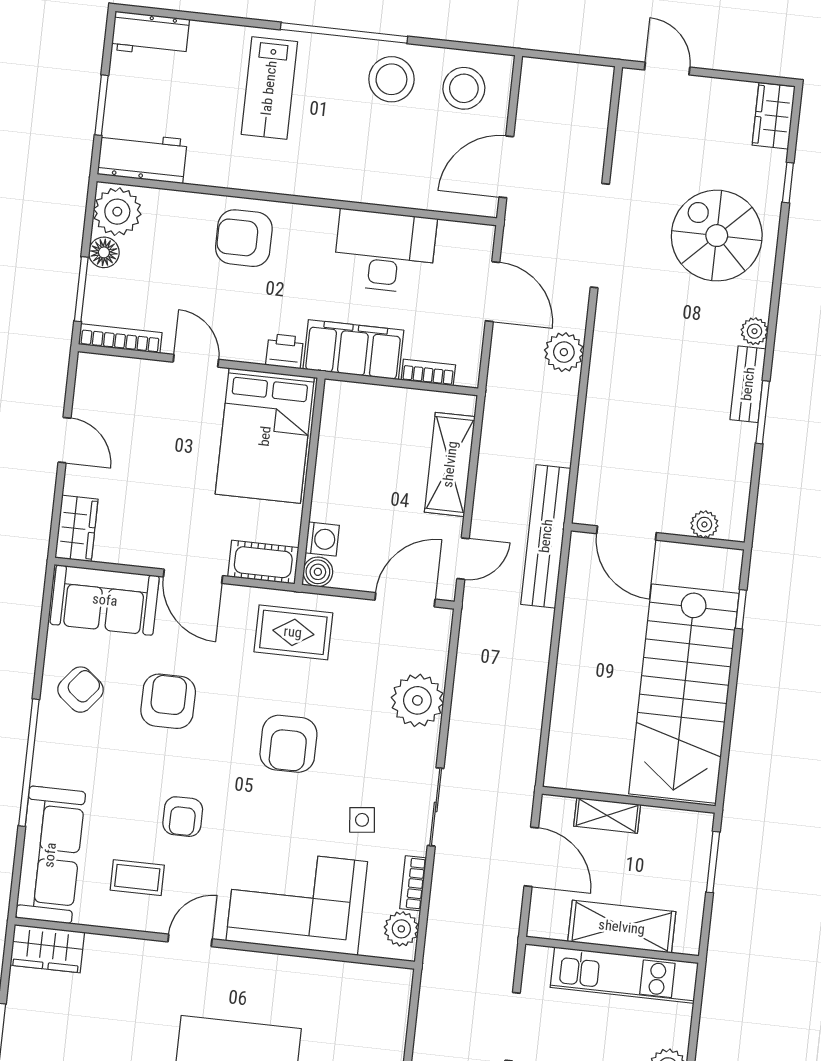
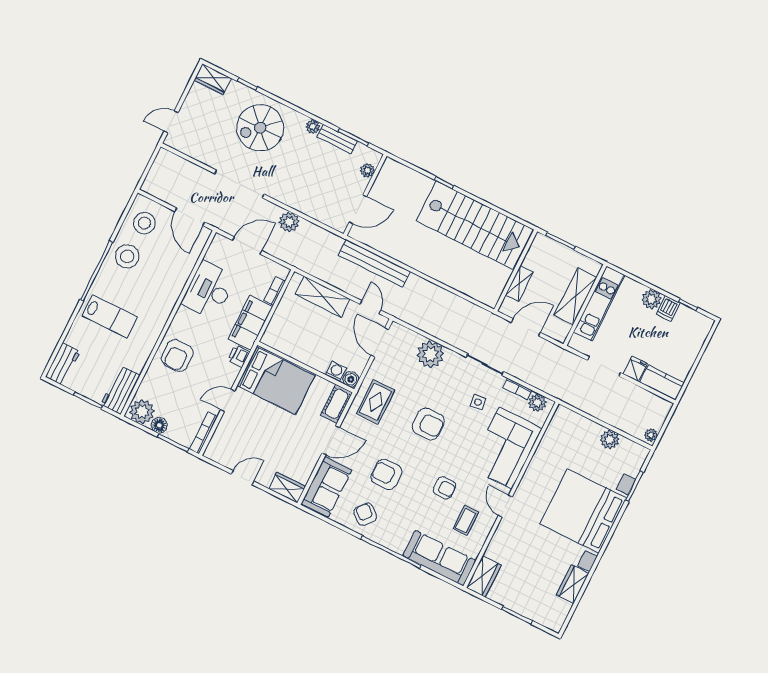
plant: (704, 524) -> (368, 170), moved
door: (626, 533) -> (358, 209), moved
wall: (658, 537) -> (365, 195), moved

